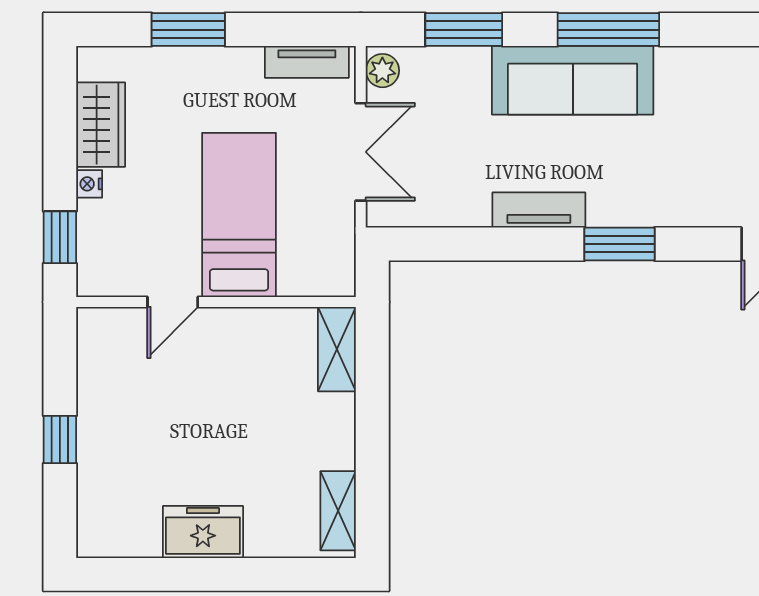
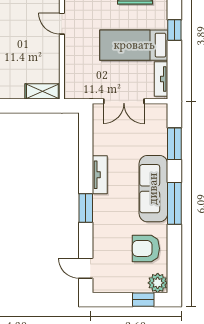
window: (188, 30) -> (174, 30), width x0.67
plant: (382, 71) -> (157, 110), removed
armchair: (718, 98) -> (146, 248), added
bed: (239, 215) -> (134, 45), moved, turned 180

